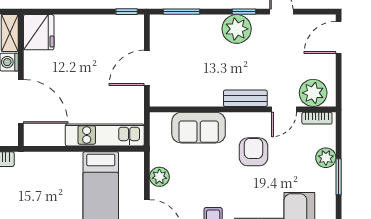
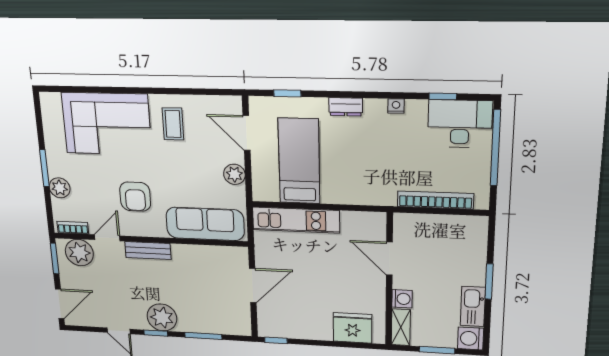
window: (181, 12) -> (203, 336), moved
fridge: (39, 32) -> (353, 328), moved, turned 90
window: (339, 85) -> (55, 259), added
door: (21, 101) -> (389, 259), width x0.73
sofa: (199, 128) -> (205, 224), width x1.36

